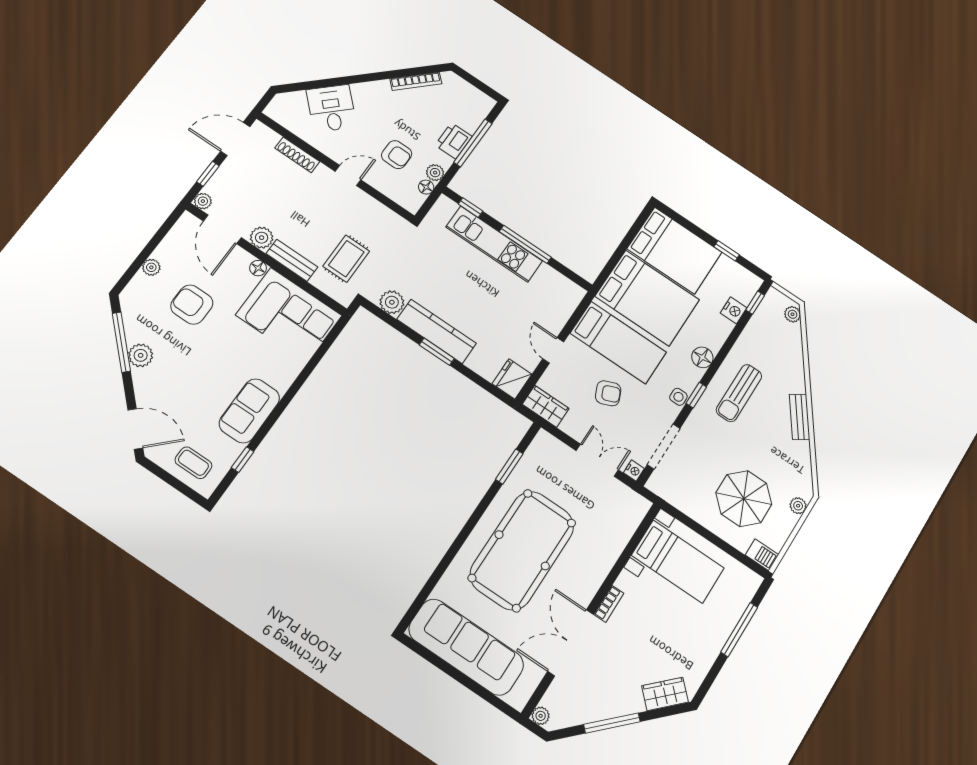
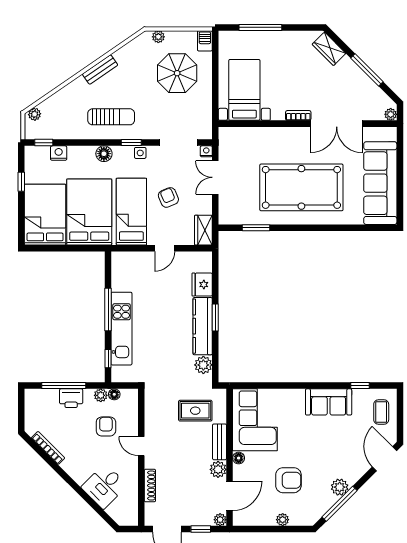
armchair: (192, 305) -> (288, 480), turned -90
fridge: (512, 379) -> (202, 285), moved, turned 90

